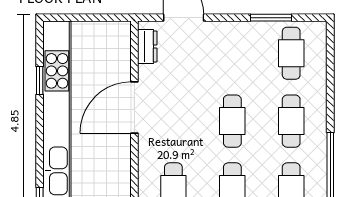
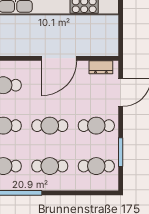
cafe table: (232, 53) -> (96, 126), added
door: (134, 107) -> (59, 58), swing flipped

